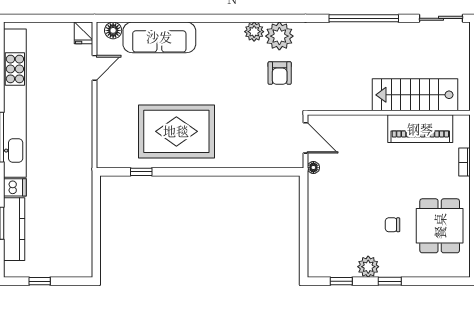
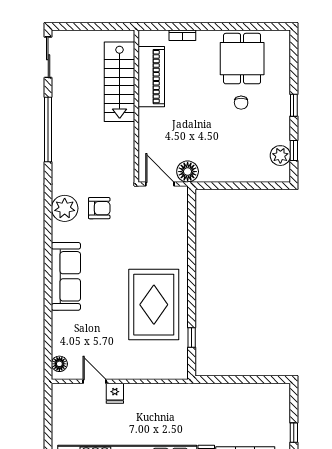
plant: (254, 32) -> (61, 232), removed
fridge: (83, 33) -> (115, 393), moved, turned 90
sofa: (159, 37) -> (66, 276), moved
door: (305, 138) -> (160, 184), hinge flipped
floor lamp: (313, 168) -> (188, 172), width x1.89, depth x1.89
dining table: (440, 226) -> (242, 59), turned 90
plant: (368, 267) -> (280, 156), moved

